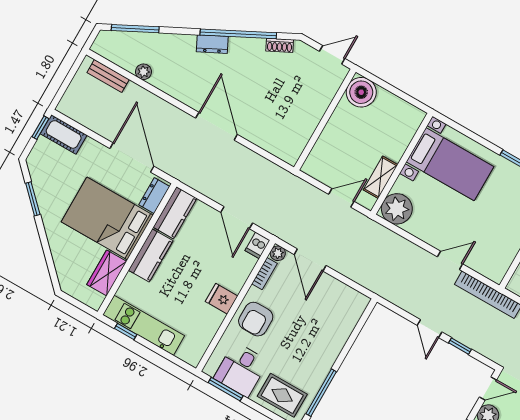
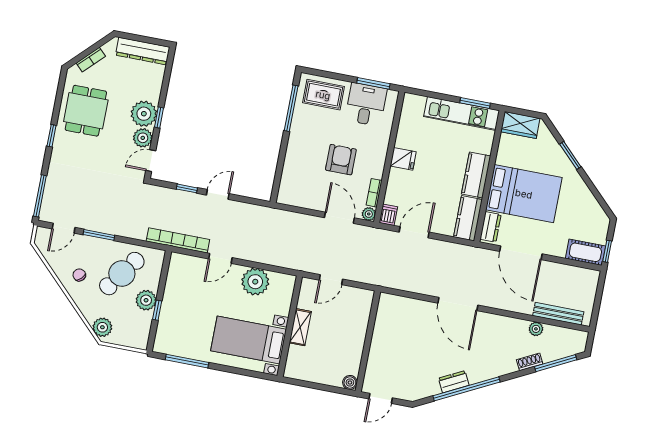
dresser: (212, 44) -> (454, 382), moved
shoe rack: (280, 45) -> (530, 362), moved
bench: (108, 76) -> (558, 314), width x1.36
boiler: (361, 92) -> (350, 383), width x0.54, depth x0.54
shelving: (380, 177) -> (300, 327), moved
window: (33, 199) -> (570, 155), moved
plant: (397, 209) -> (255, 282), moved
door: (237, 218) -> (414, 232), hinge flipped
wardrobe: (107, 273) -> (520, 125), moved, turned 90
armchair: (256, 319) -> (341, 160), moved
door: (430, 329) -> (218, 194), hinge flipped
window: (126, 332) -> (475, 103), width x1.50

